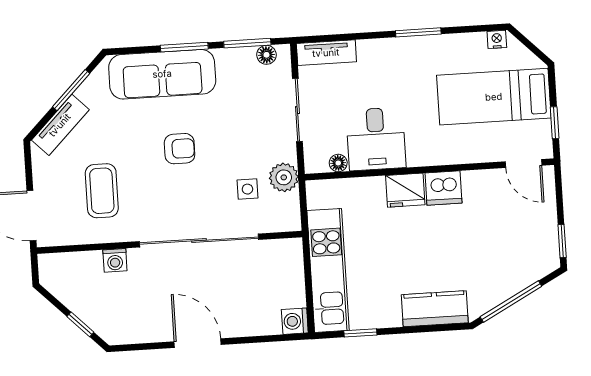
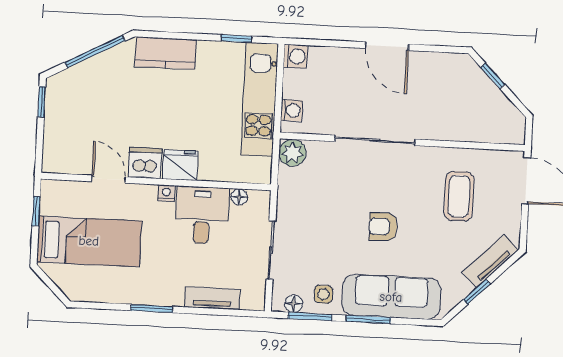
nightstand: (497, 39) -> (166, 193), moved, turned 180
tv unit: (326, 53) -> (212, 298), moved
window: (71, 90) -> (477, 292), width x0.67
door: (524, 163) -> (108, 179), moved
plant: (284, 177) -> (292, 153), moved
side table: (247, 189) -> (323, 294), moved
sliding door: (199, 241) -> (375, 140), width x0.73
washing machine: (115, 260) -> (291, 110), moved, turned 90

